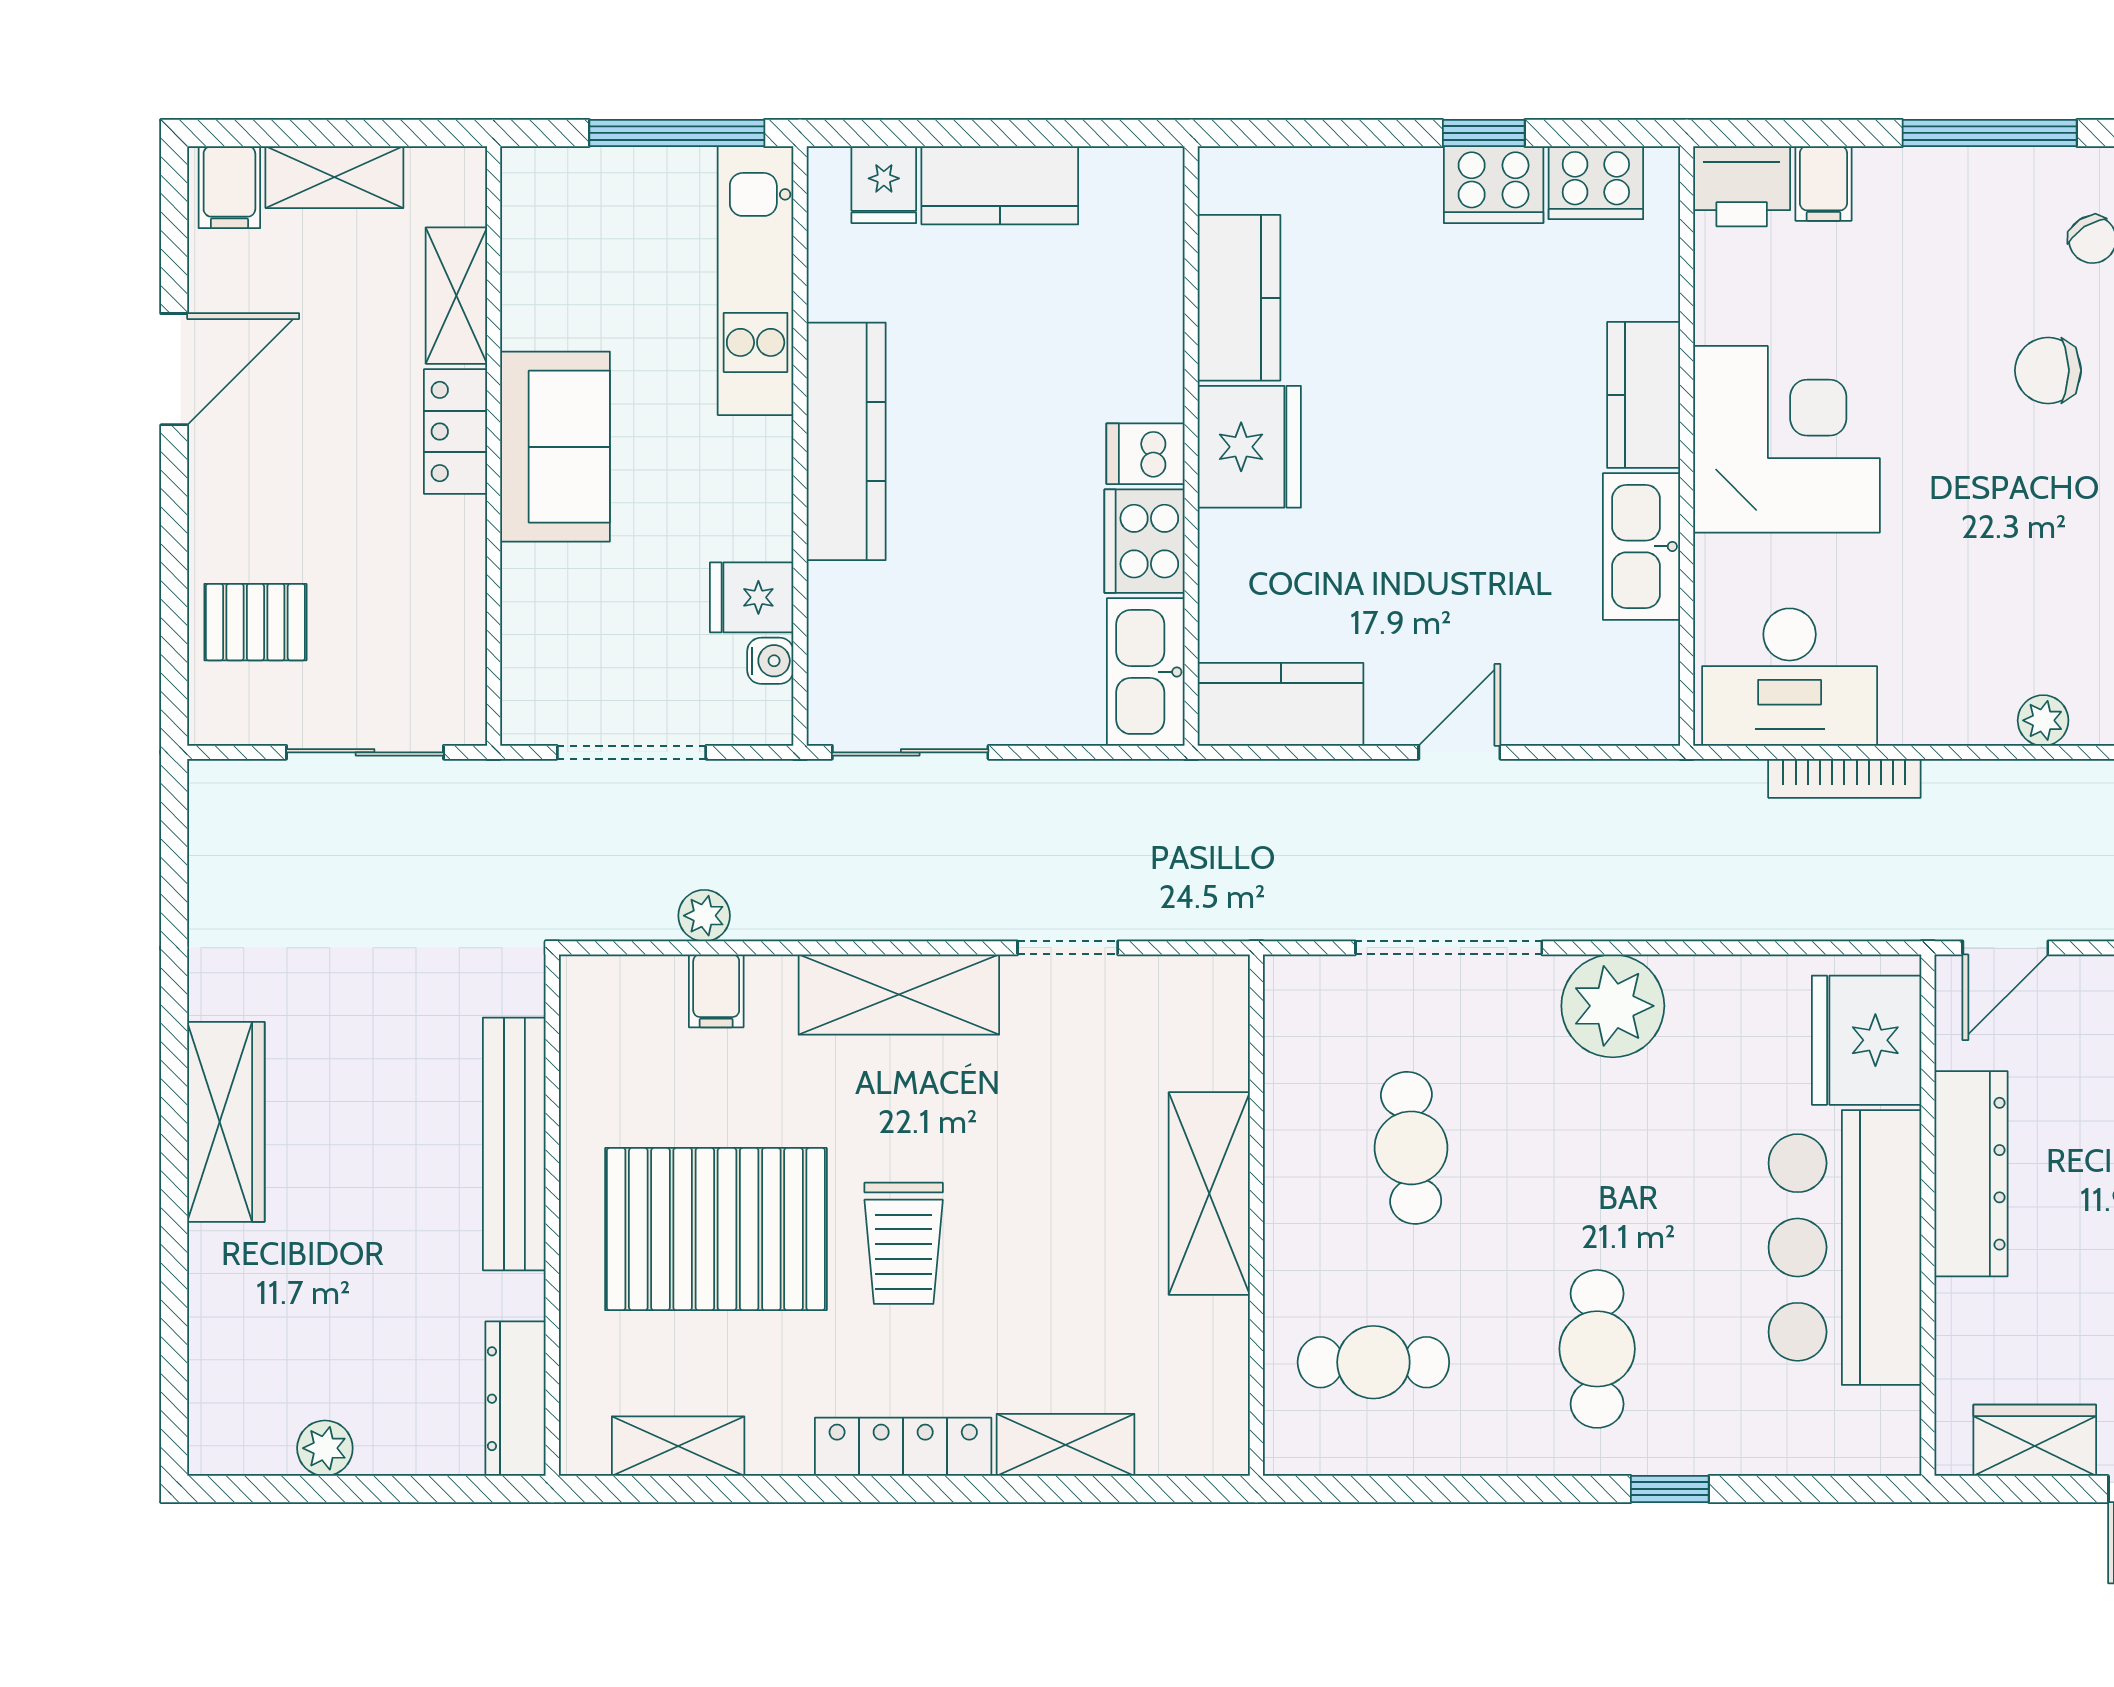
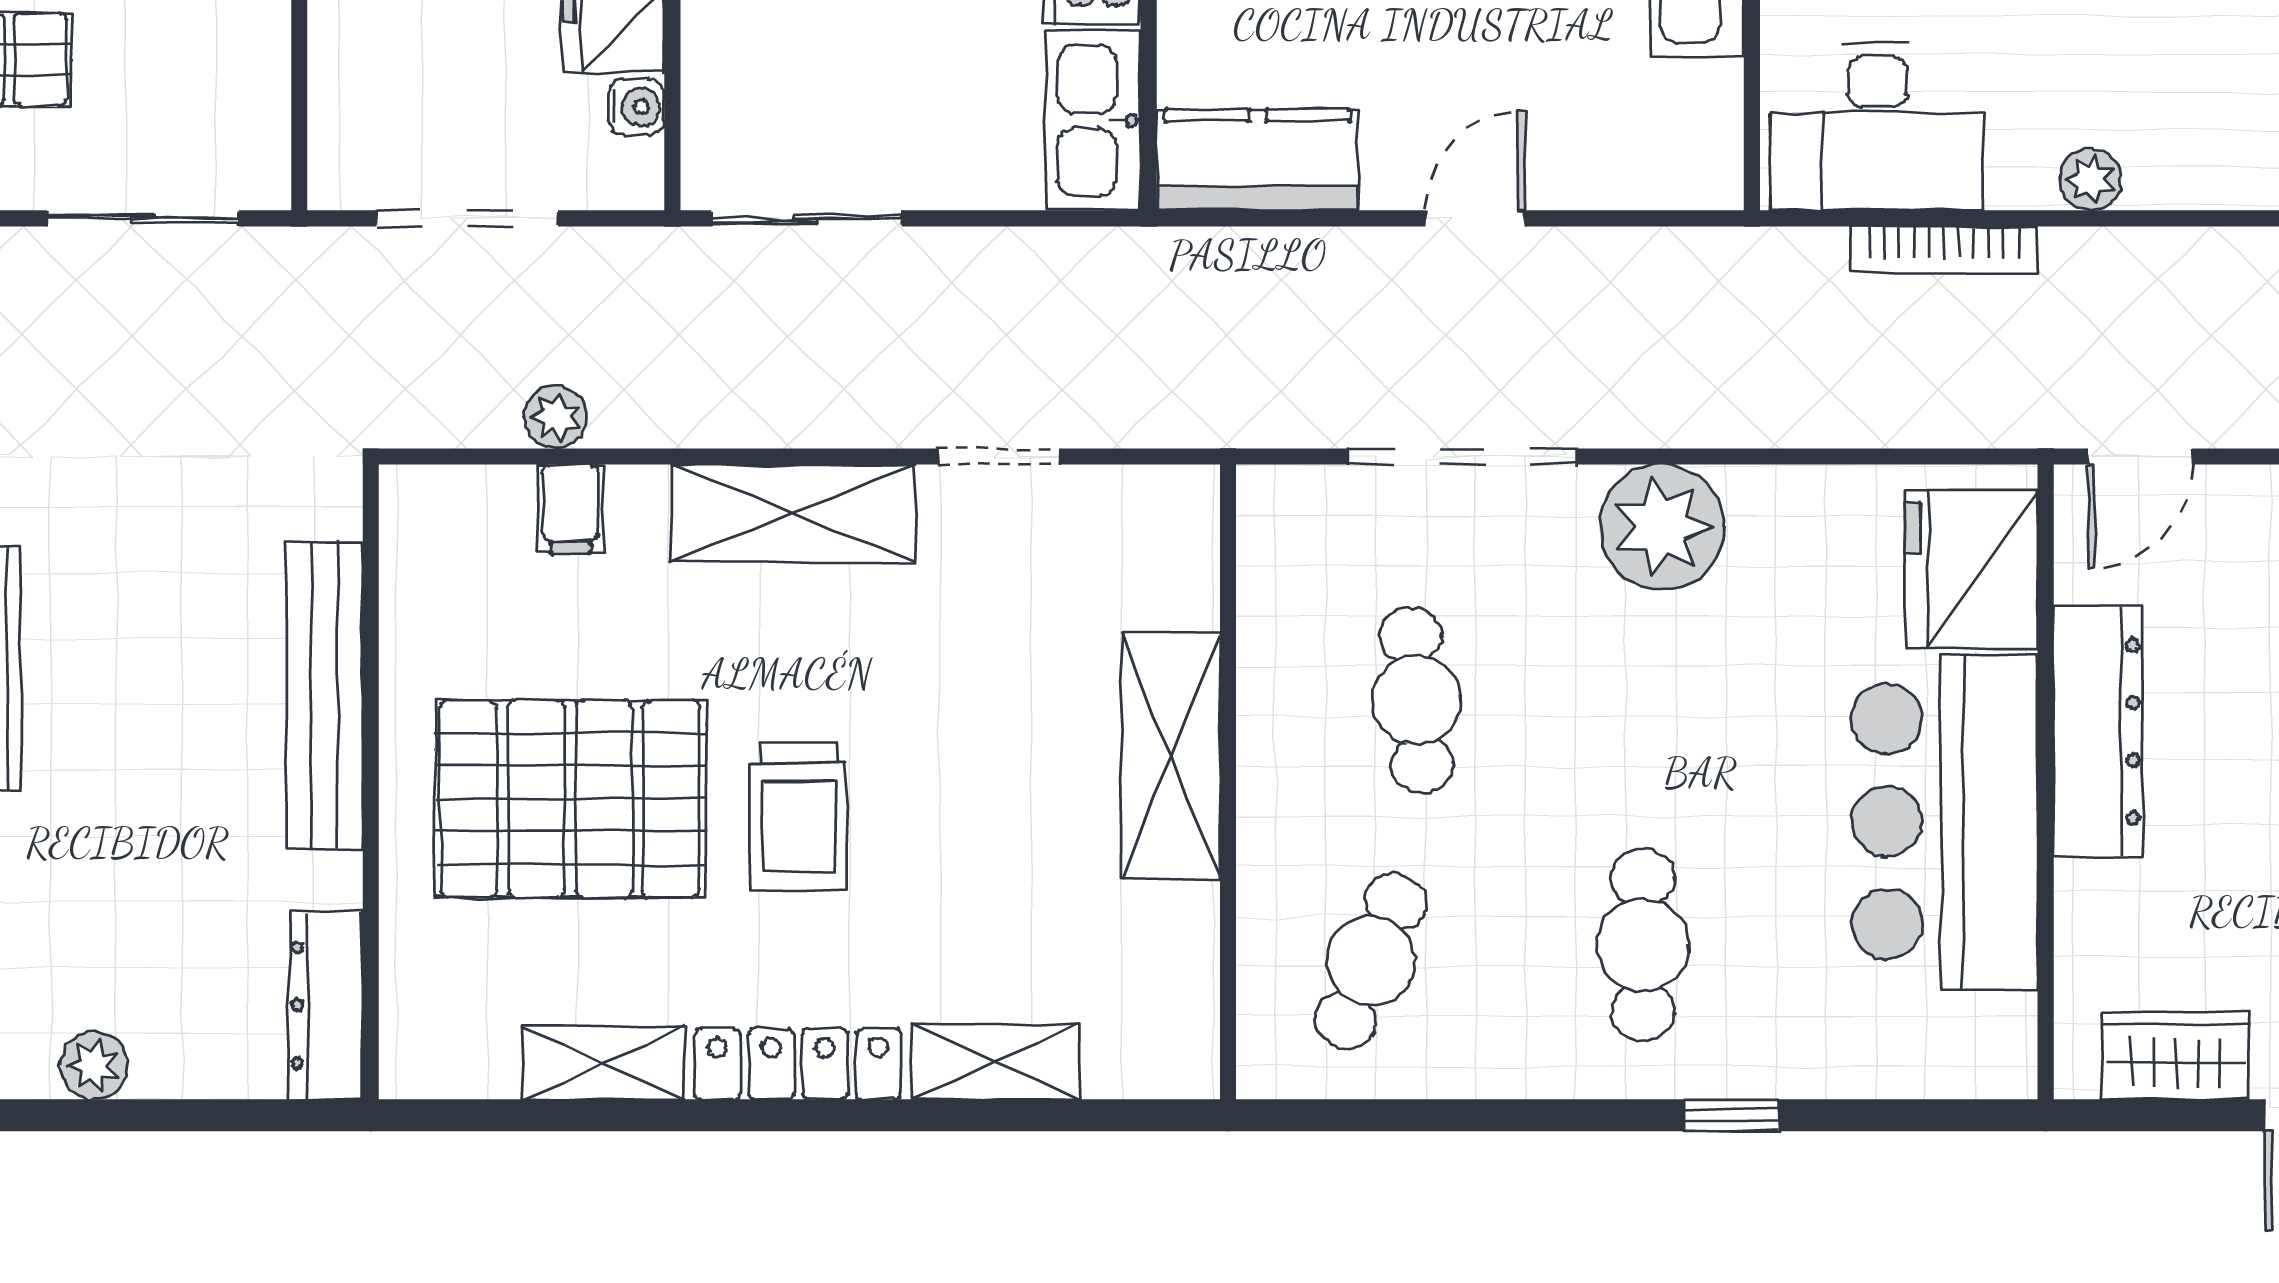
plant: (2043, 720) -> (2091, 180), moved
cafe table: (1373, 1362) -> (1371, 961), turned -67
shelving: (678, 1446) -> (604, 1063), moved

